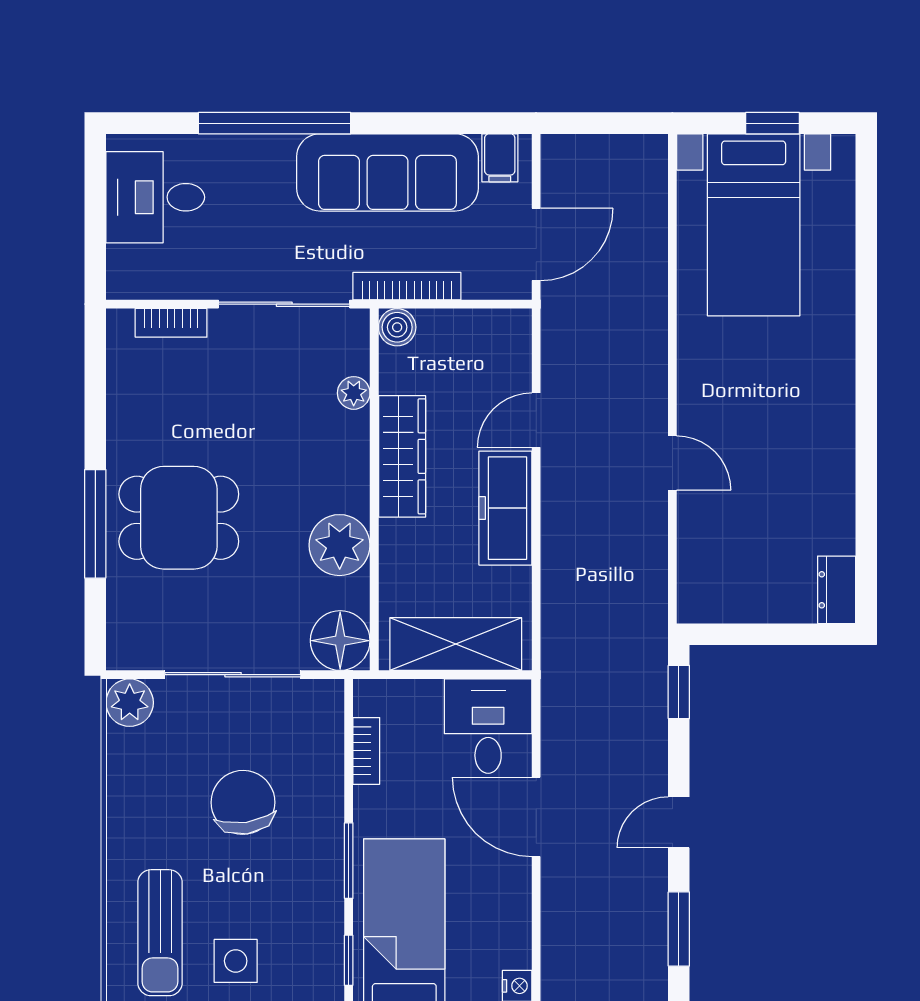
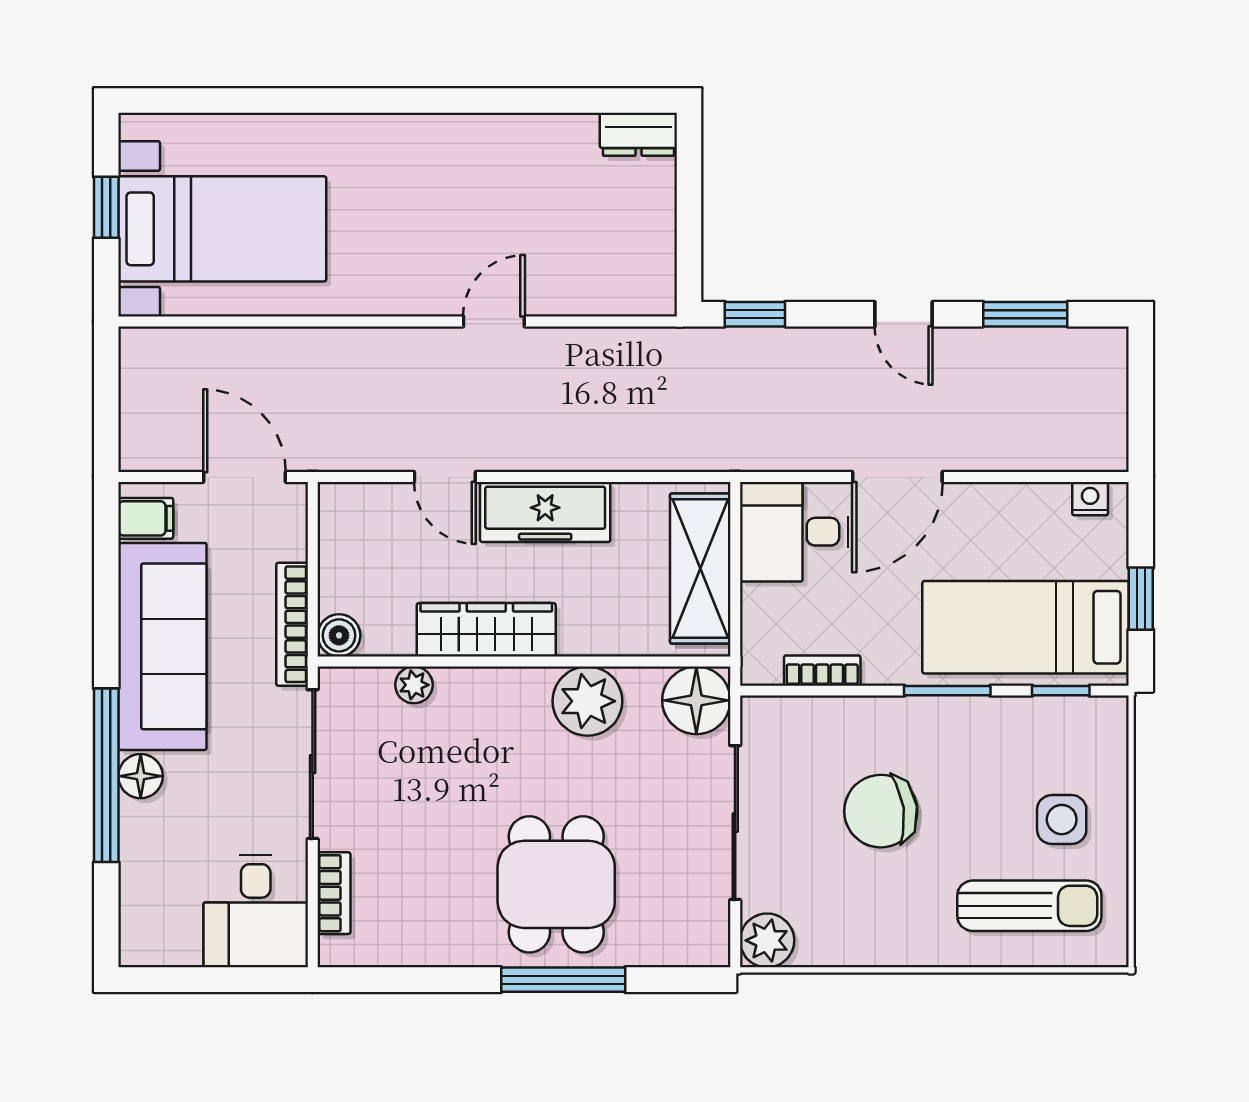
floor lamp: (274, 153) -> (141, 776), added
desk: (155, 197) -> (256, 911), moved

